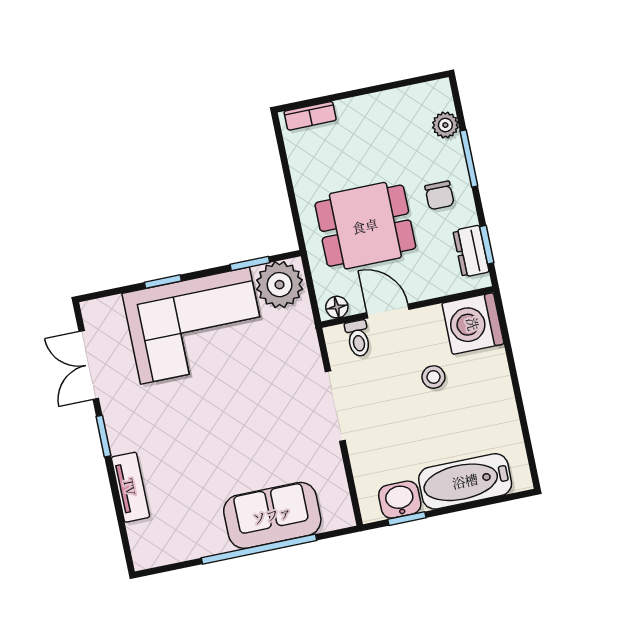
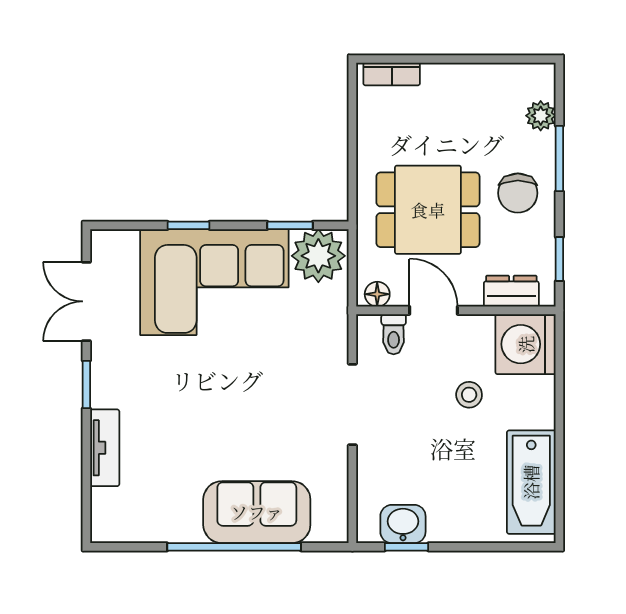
chair: (439, 195) -> (518, 193), width x1.37, depth x1.37
dresser: (471, 251) -> (511, 291), moved, turned 90
bathtub: (465, 481) -> (531, 482), moved, turned -90

